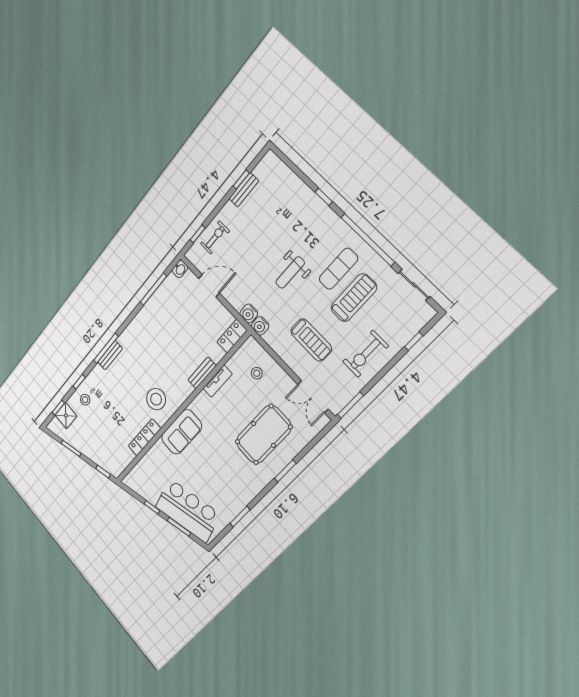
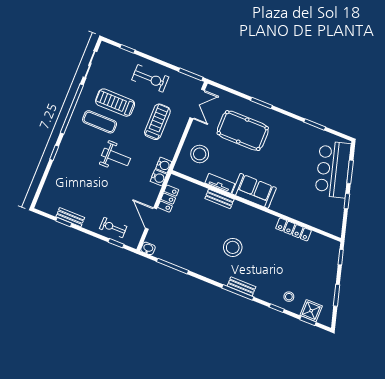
locker: (232, 336) -> (168, 199), moved, turned -90
stool: (257, 373) -> (200, 154), width x1.89, depth x1.89
stool: (156, 399) -> (233, 247), moved
sofa: (182, 432) -> (254, 191), moved

